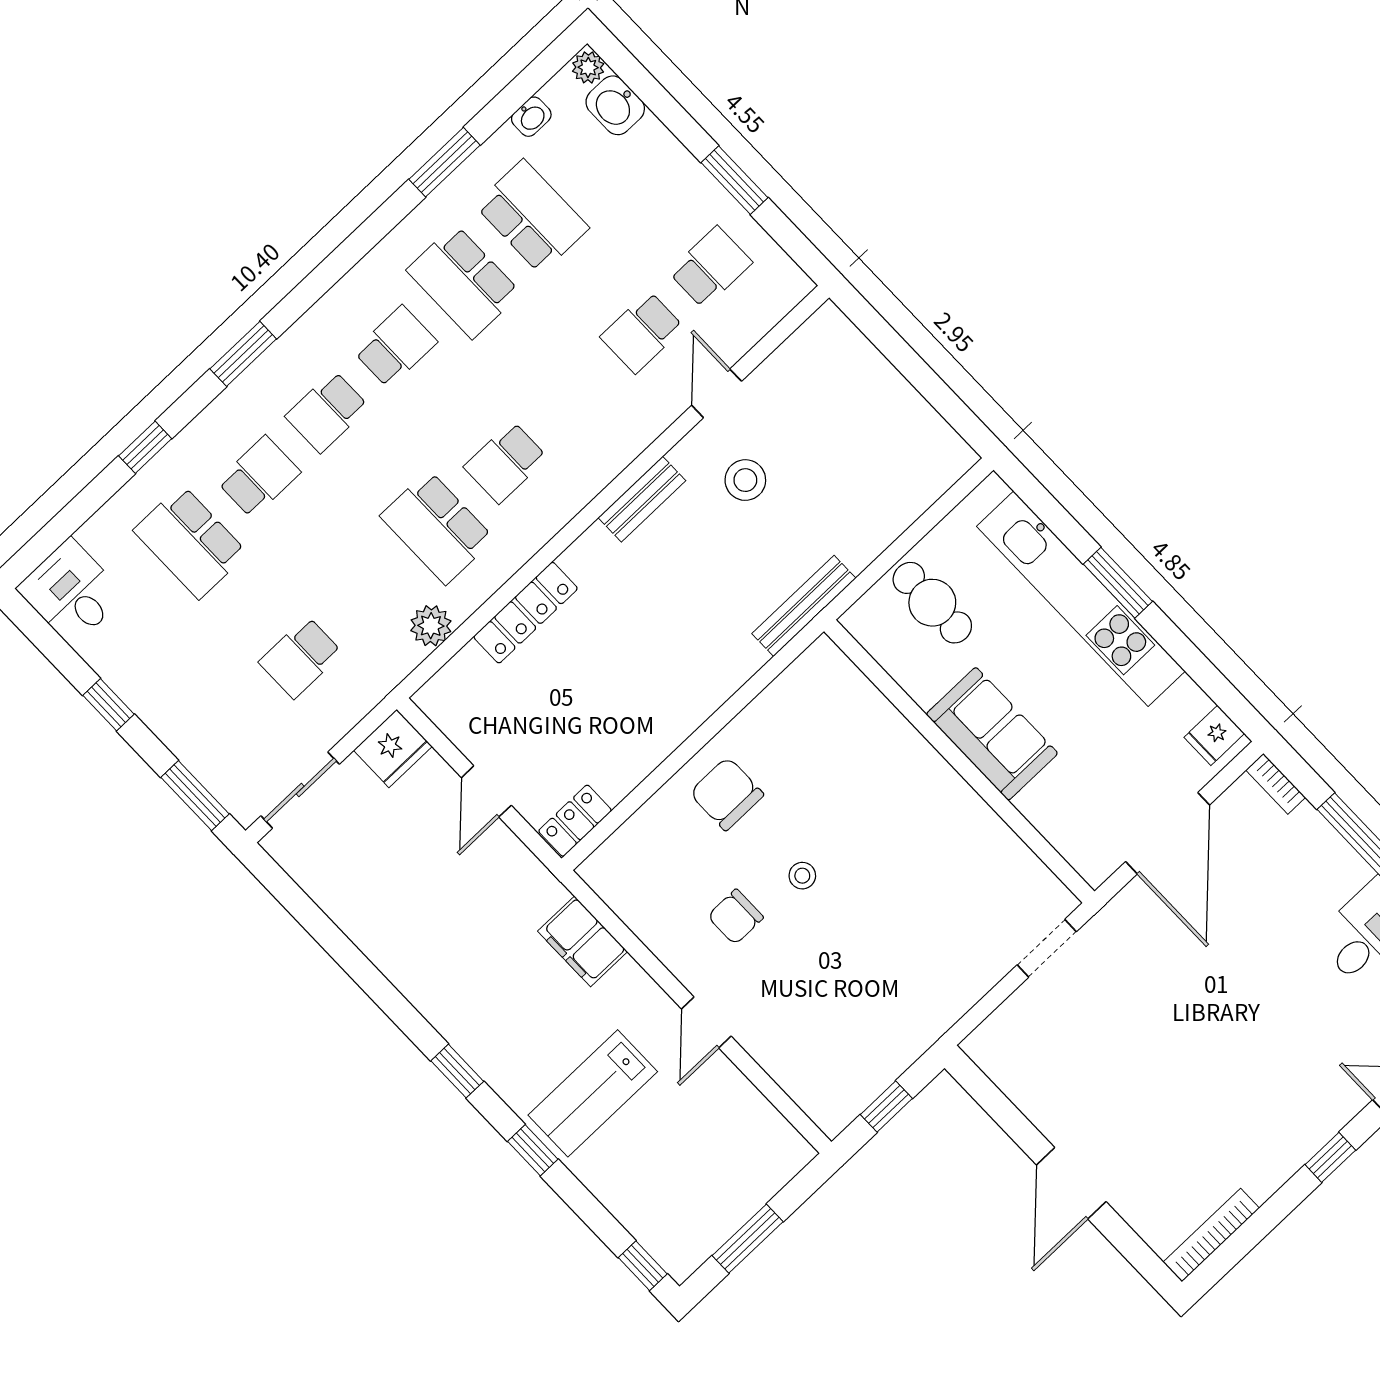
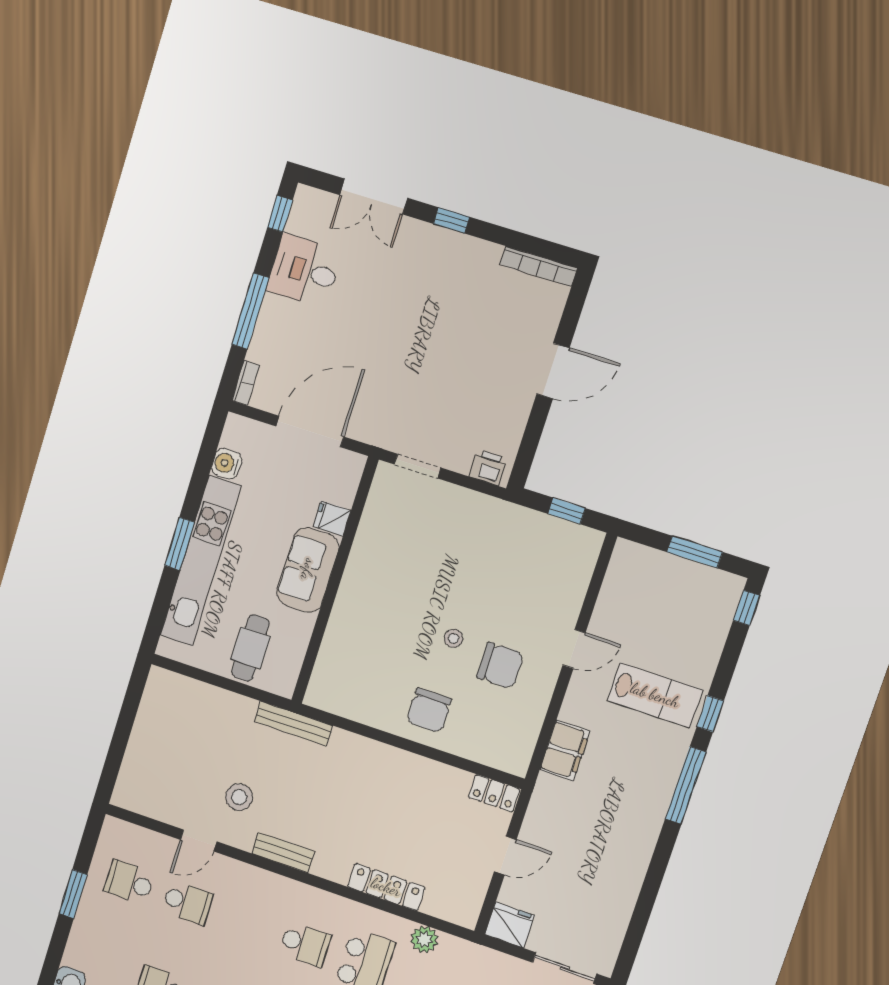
water cooler: (1187, 702) -> (227, 464), added
fridge: (1214, 735) -> (332, 518), moved, turned 180
chair: (735, 917) -> (500, 665), width x1.37, depth x1.37
printer: (996, 1036) -> (488, 468), added
window: (457, 1071) -> (686, 785), width x2.17

